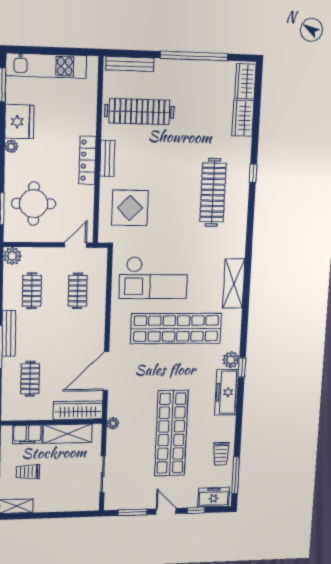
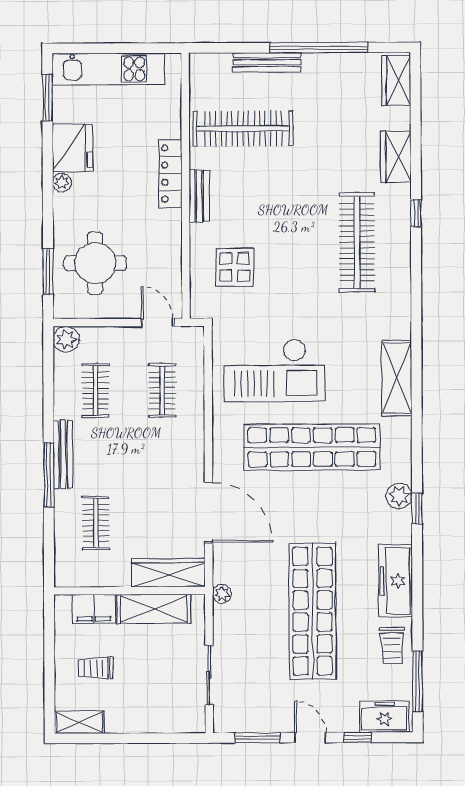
bench: (130, 64) -> (267, 62), moved
wardrobe: (243, 118) -> (396, 157), moved
locker: (87, 160) -> (170, 174), moved
display table: (130, 208) -> (235, 267), width x0.73, depth x0.73
door: (76, 245) -> (157, 322), hinge flipped
door: (106, 371) -> (209, 512), swing flipped
freezer: (227, 392) -> (396, 581), moved

